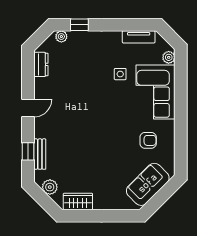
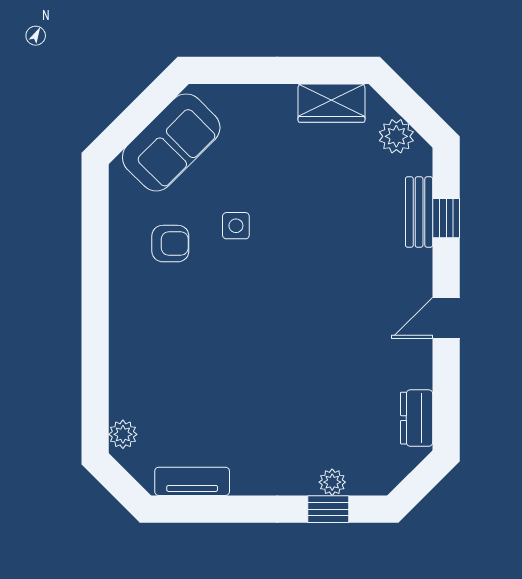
plant: (61, 37) -> (332, 482), moved
side table: (120, 74) -> (236, 226), moved
corner sofa: (156, 92) -> (153, 355), removed
armchair: (148, 140) -> (170, 244), turned 180

